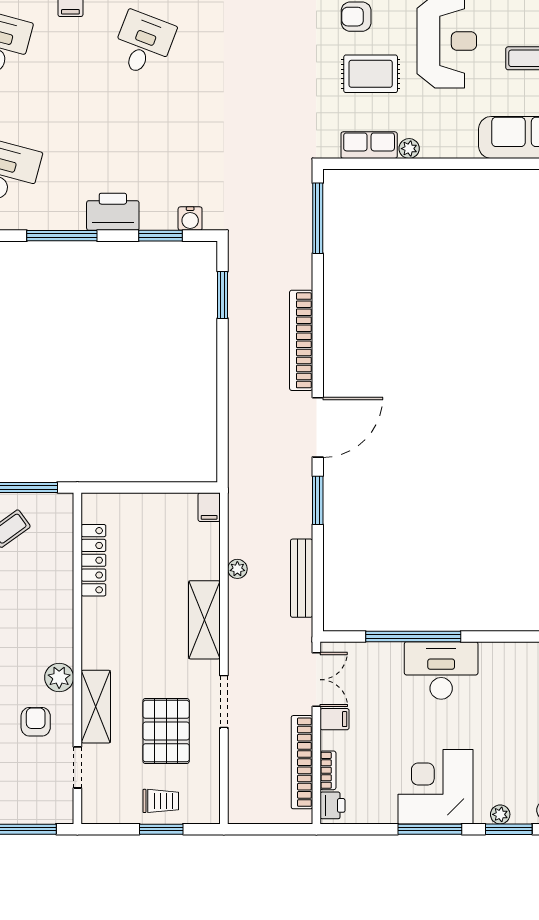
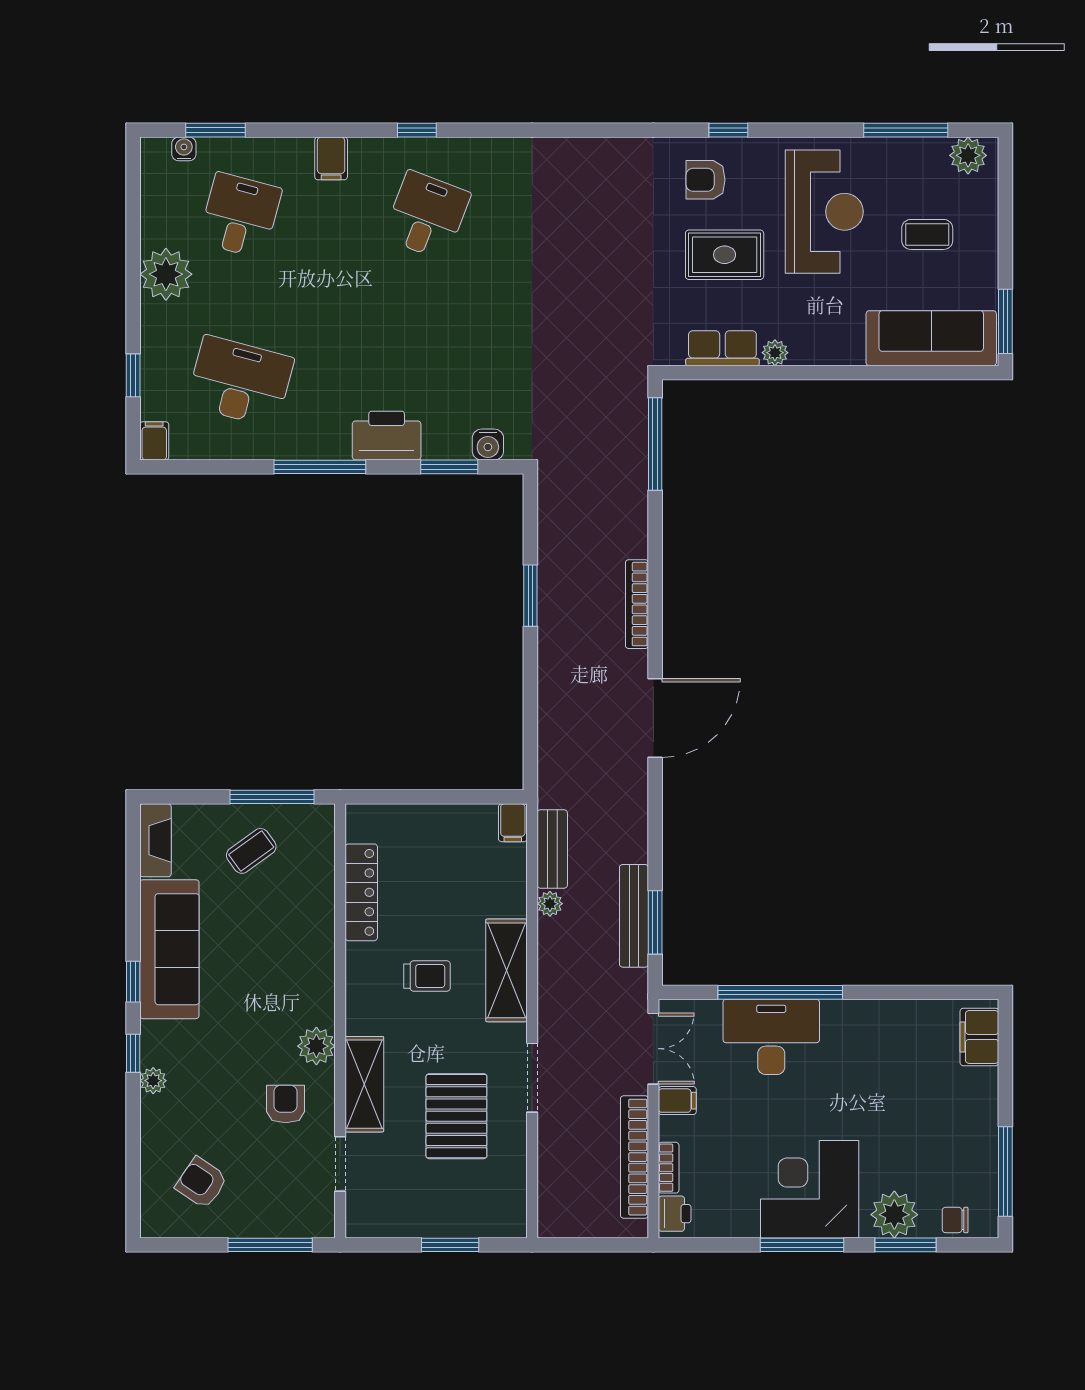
window: (223, 295) -> (530, 596), moved
bookcase: (301, 340) -> (637, 604), width x0.68, depth x0.76
window: (318, 500) -> (655, 922), moved
bench: (239, 527) -> (552, 849), added
desk: (441, 670) -> (771, 1037), moved
trolley: (161, 801) -> (427, 976), moved
plant: (500, 814) -> (894, 1215), width x1.87, depth x1.87

